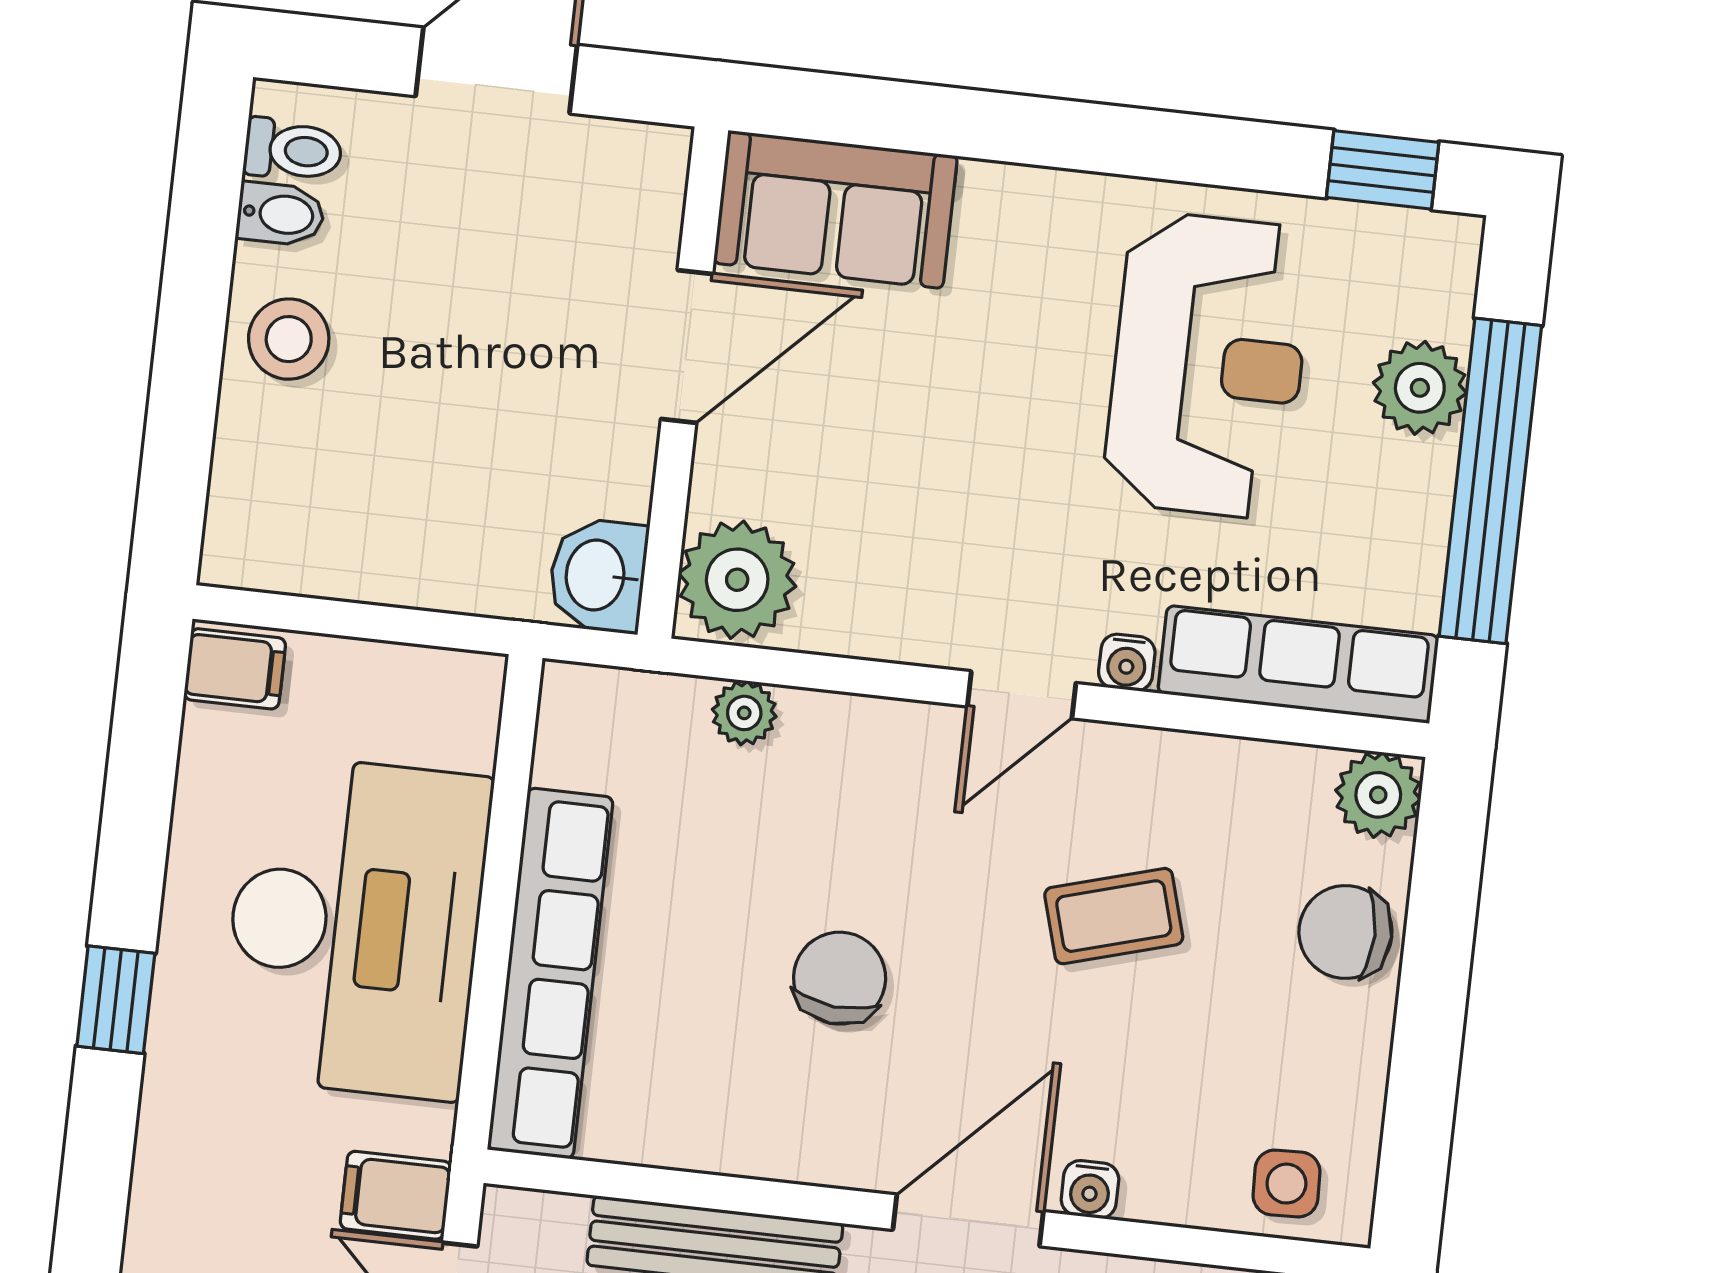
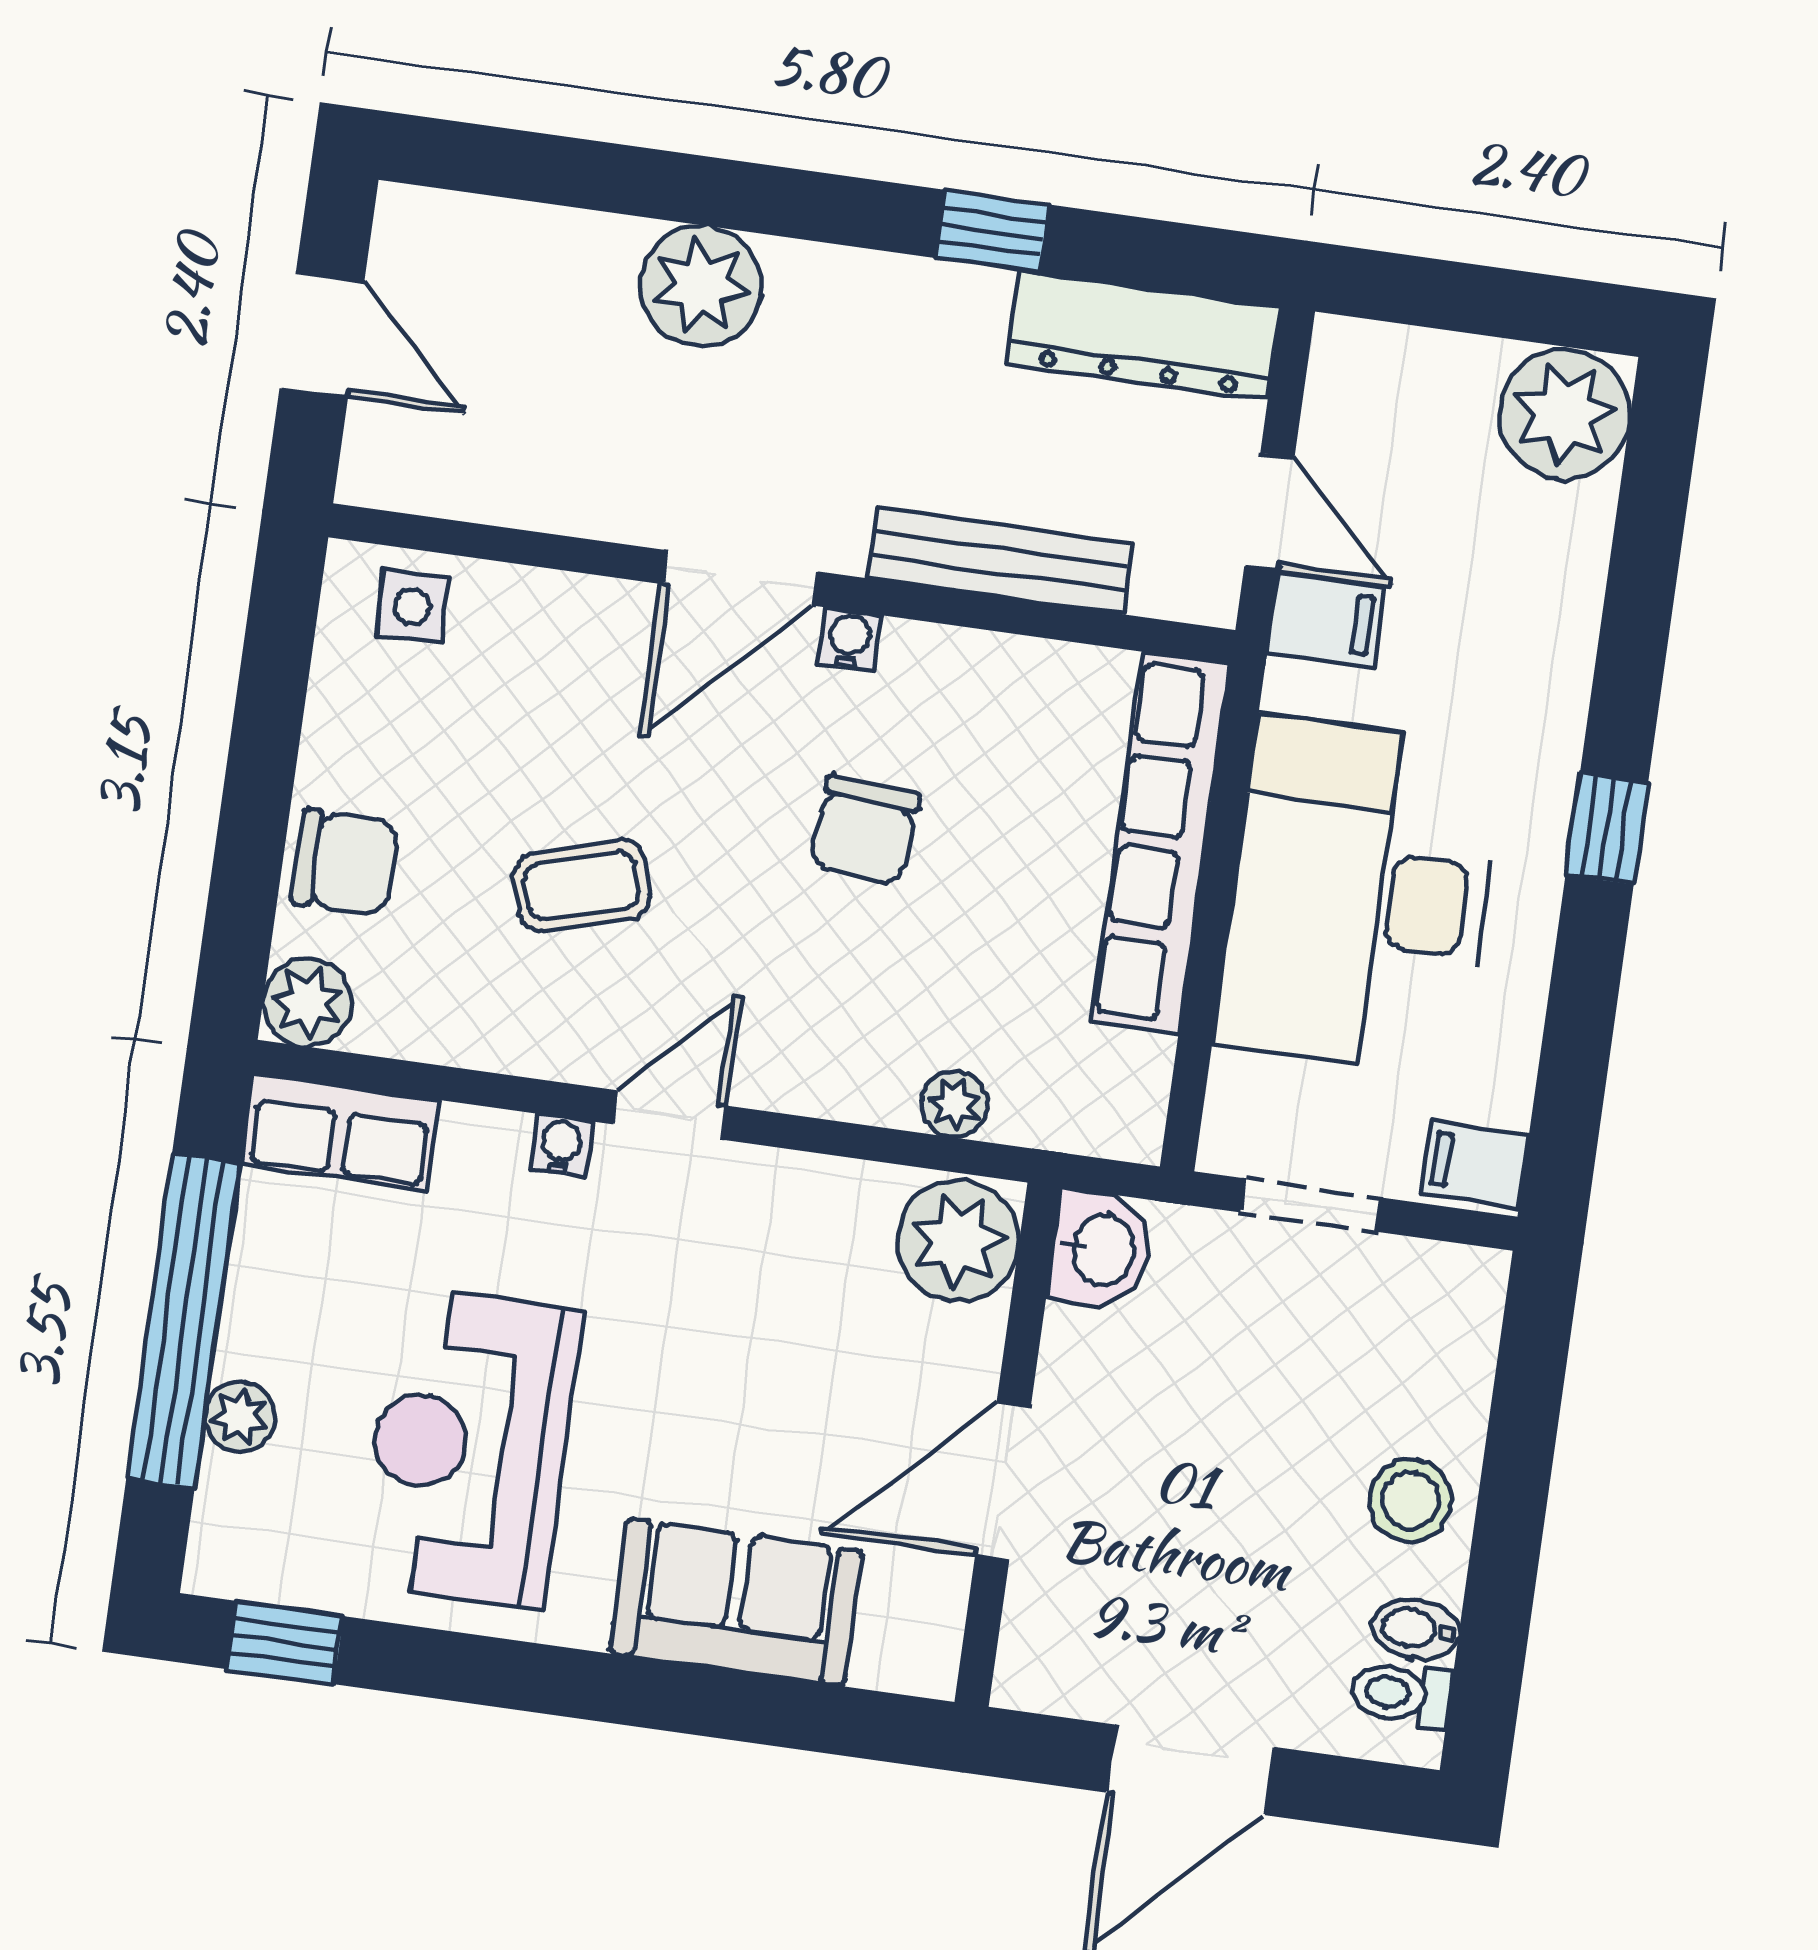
sofa: (835, 209) -> (736, 1602), moved
plant: (1420, 388) -> (240, 1416), width x0.73, depth x0.73
doorway: (394, 624) -> (1311, 1205), added
row of seats: (1298, 664) -> (340, 1132), width x0.68
water cooler: (1090, 1189) -> (849, 639), moved

